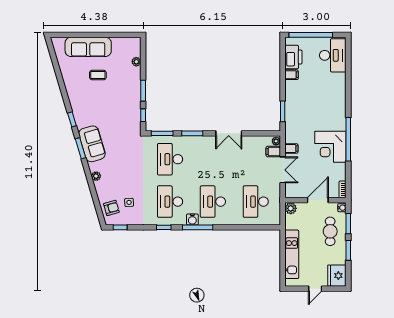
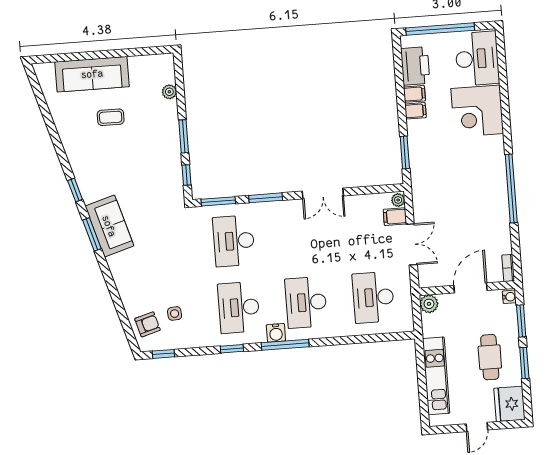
corner desk: (330, 147) -> (477, 111), moved
filing cabinet: (291, 149) -> (415, 111), moved
plant: (96, 176) -> (120, 276), removed
cafe table: (330, 231) -> (490, 357), moved

